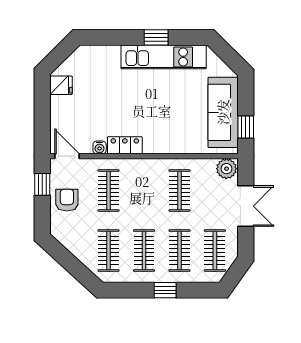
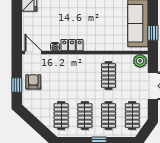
window: (42, 184) -> (17, 85), moved
clothes rail: (109, 191) -> (61, 75), removed

